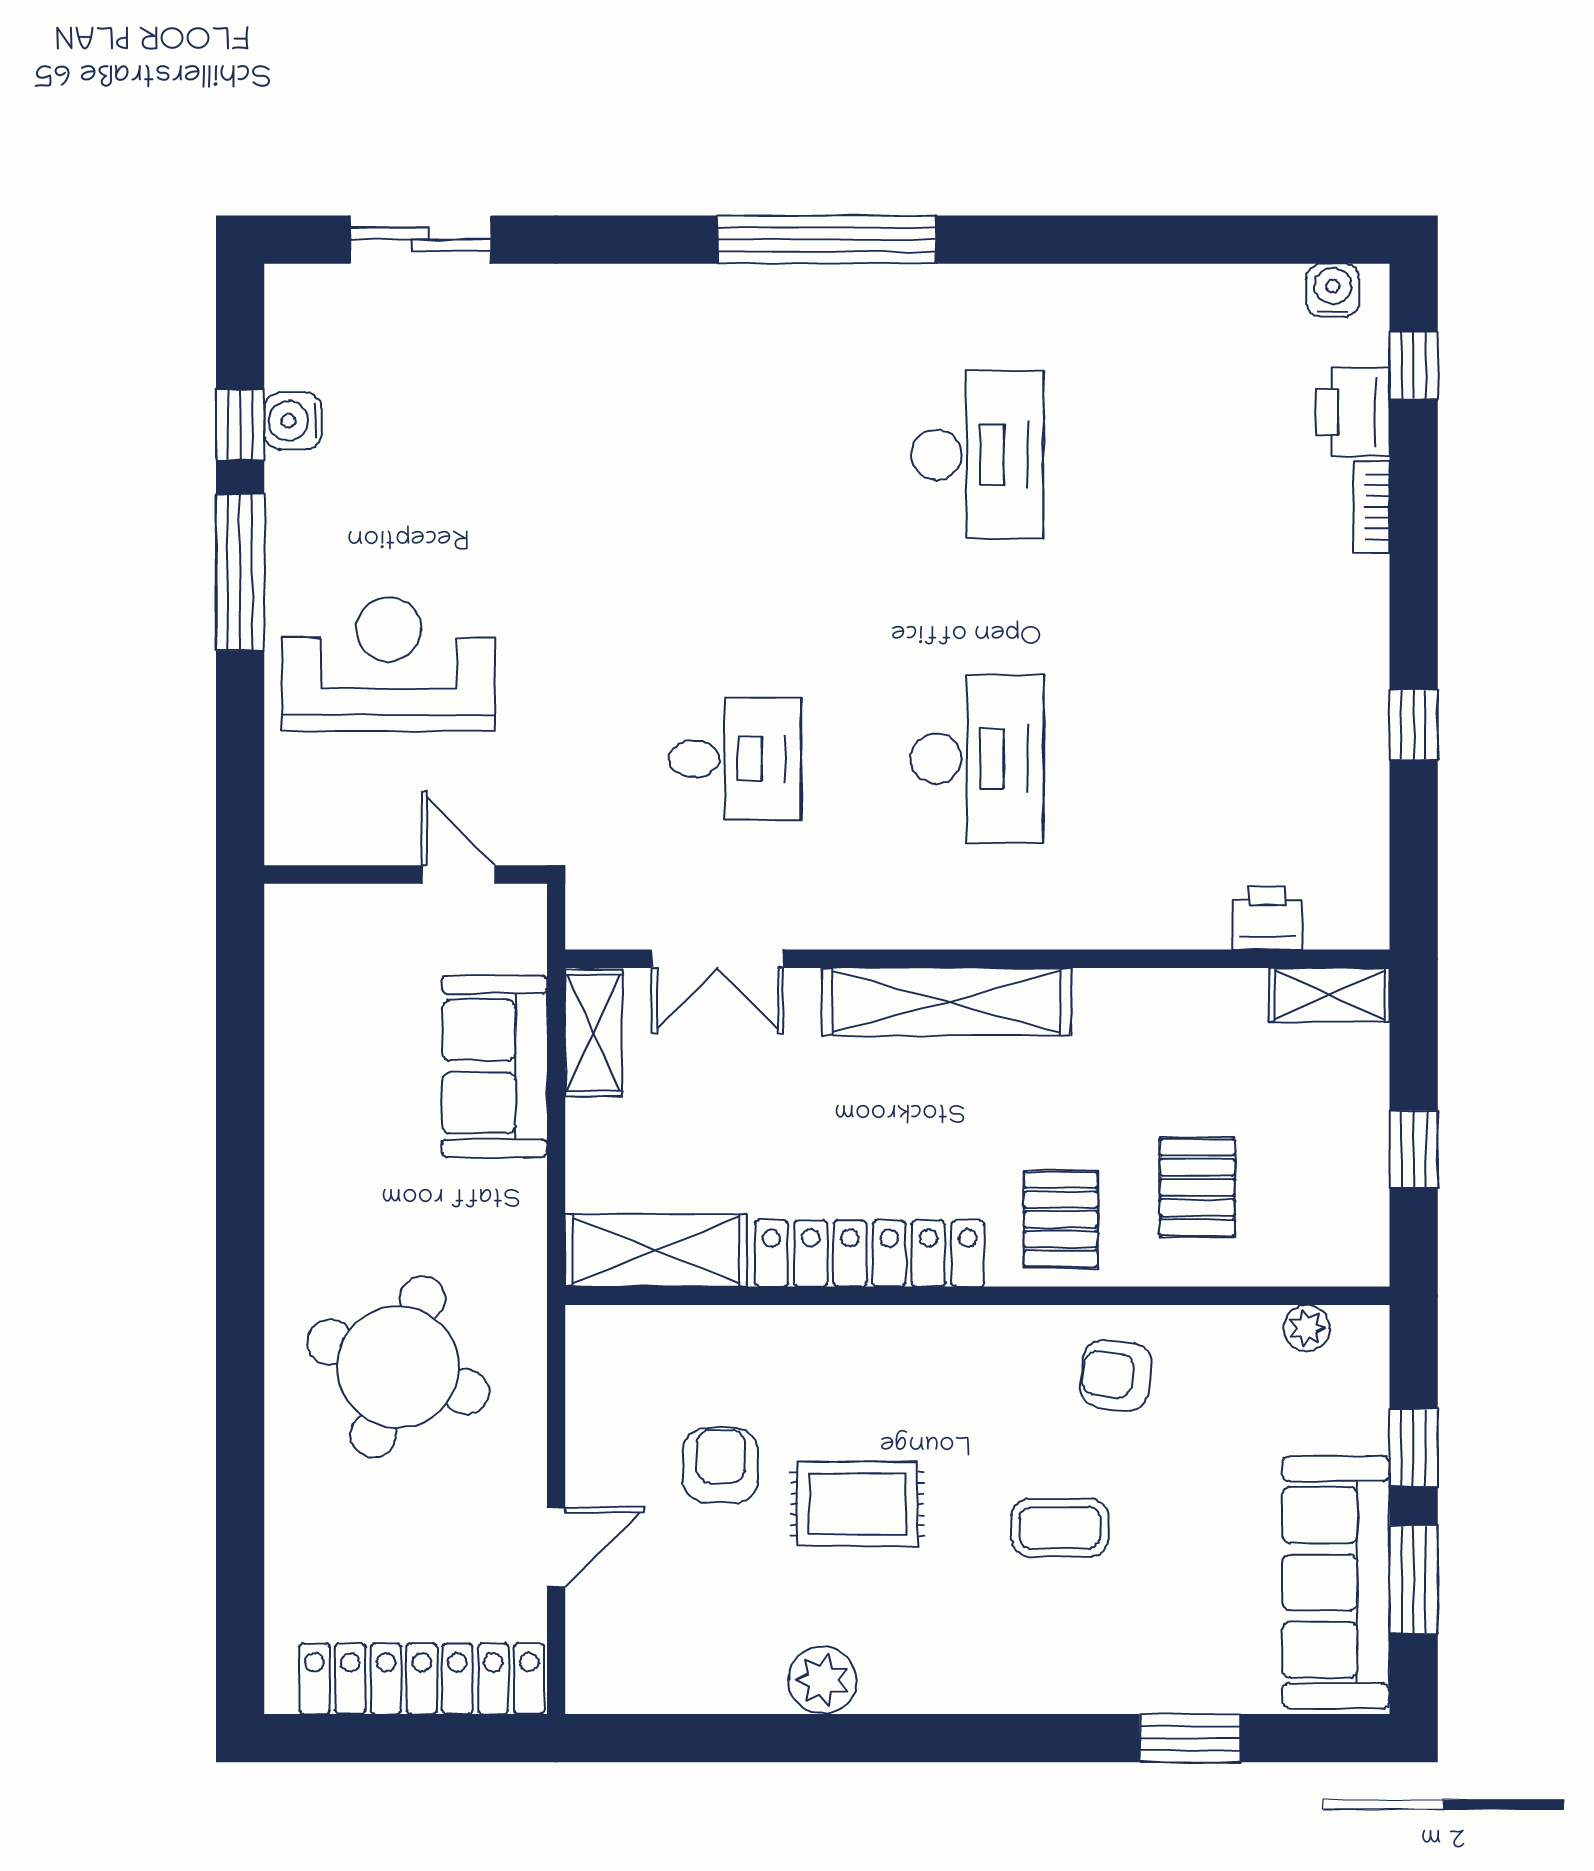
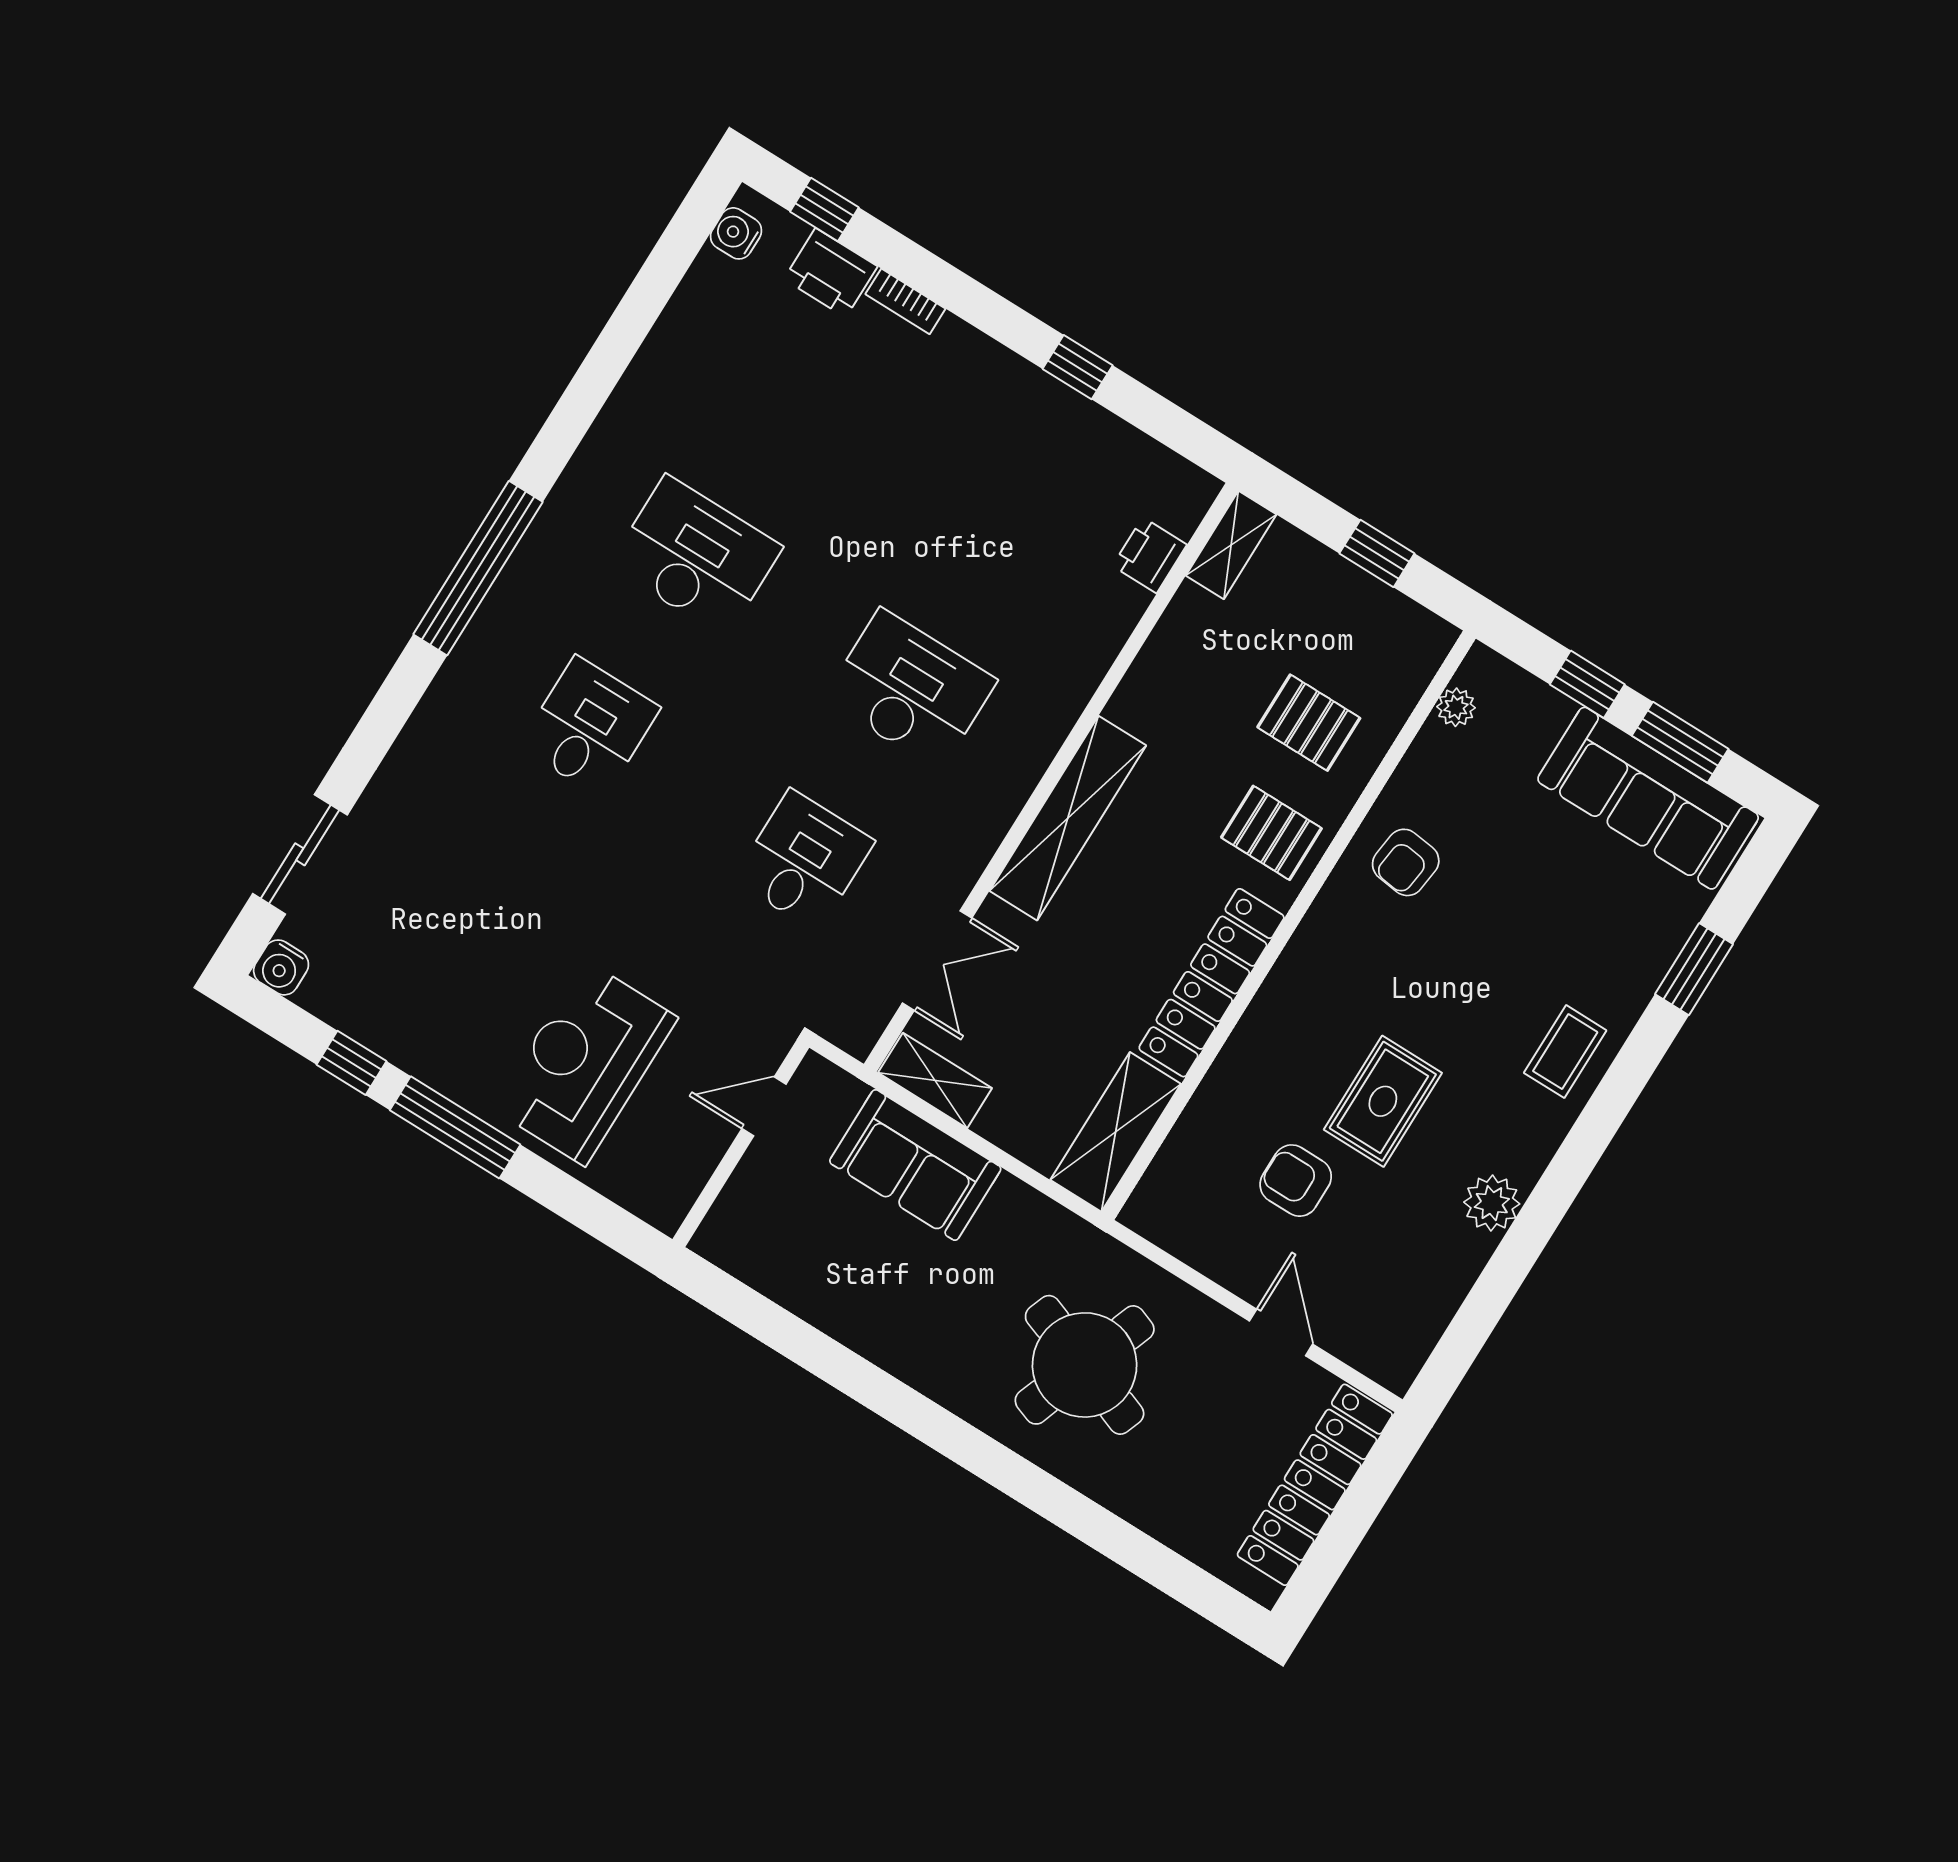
water cooler: (293, 421) -> (281, 967), moved
desk: (735, 455) -> (589, 727), added
coffee table: (1060, 1528) -> (1565, 1052), moved

